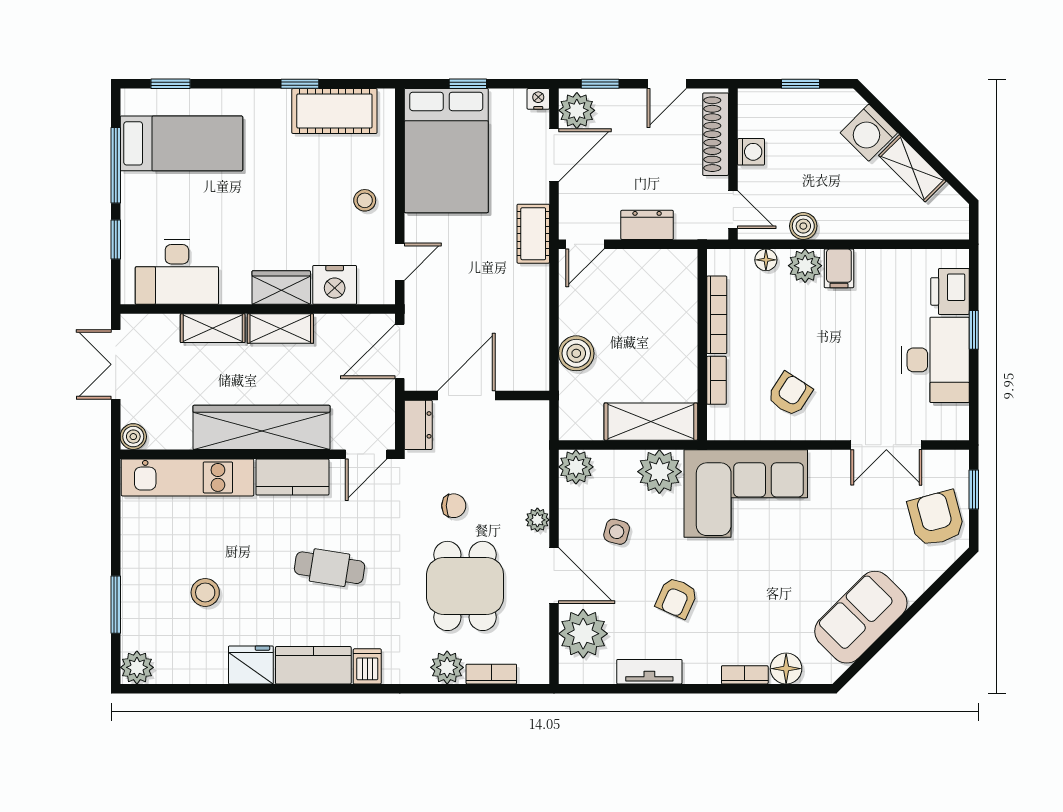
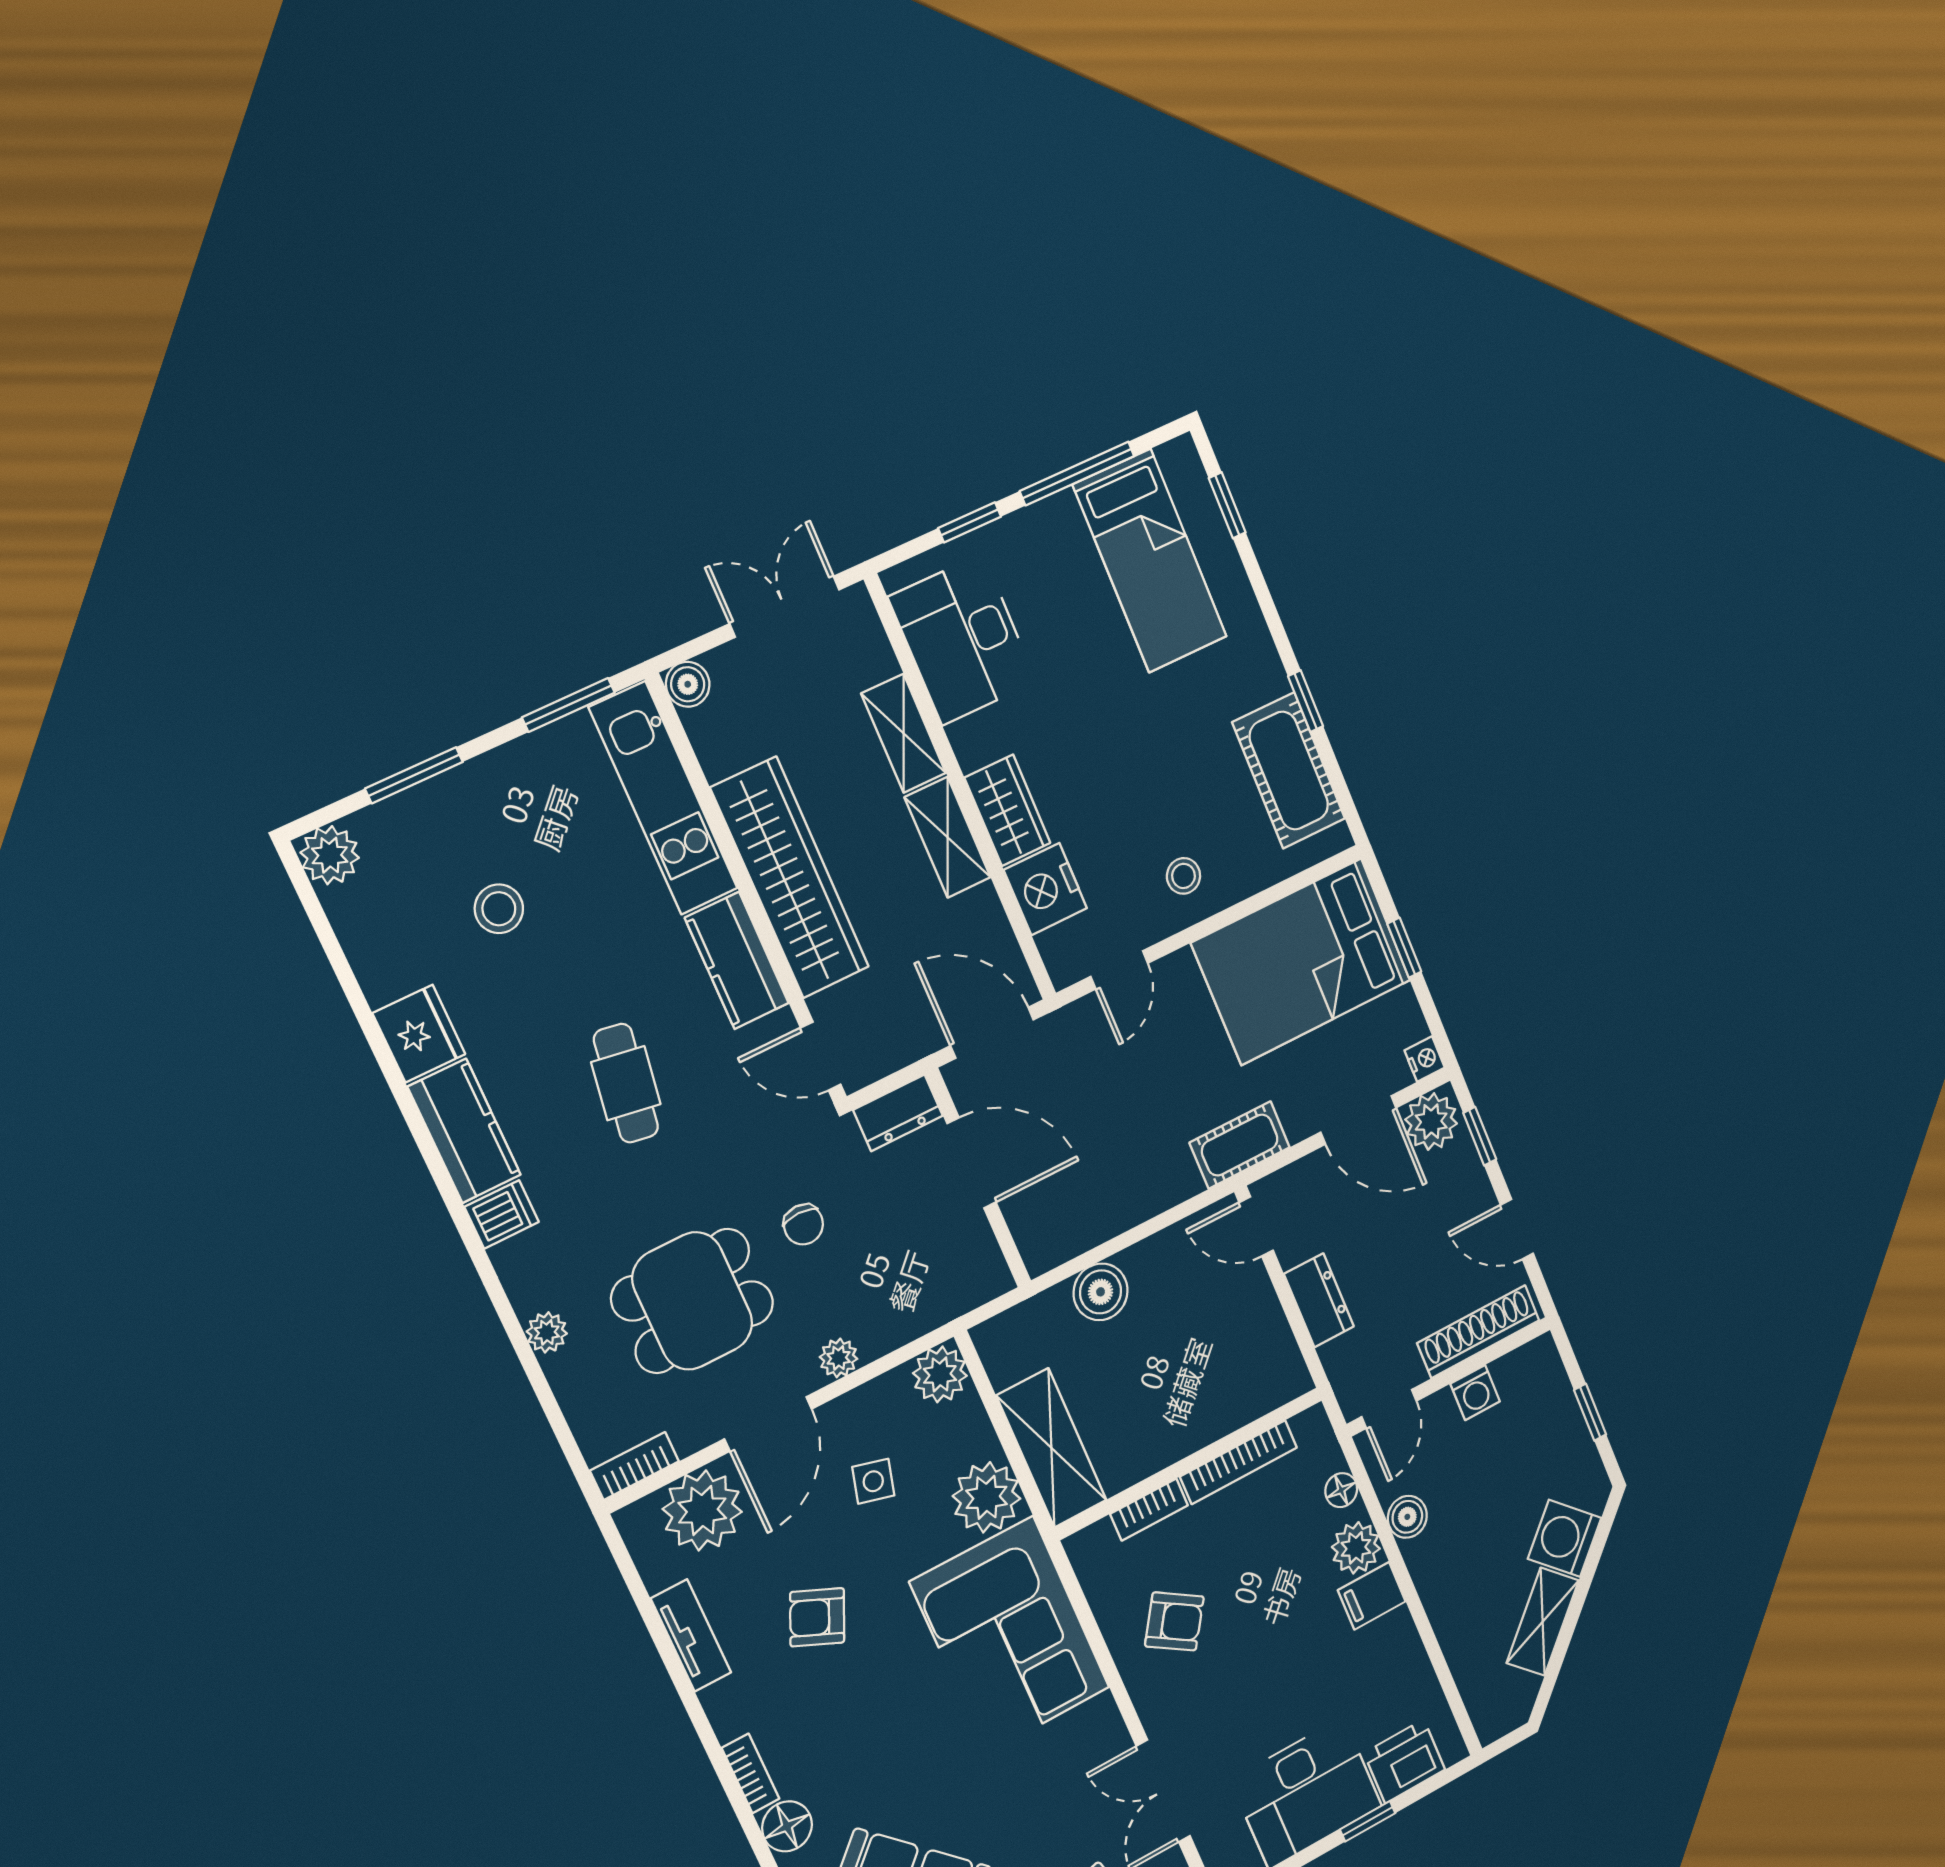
door: (400, 262) -> (1119, 970), hinge flipped
window: (116, 506) -> (568, 705), added
plant: (447, 667) -> (547, 1332), width x0.73, depth x0.73
bookcase: (491, 674) -> (634, 1466), moved, turned -90

